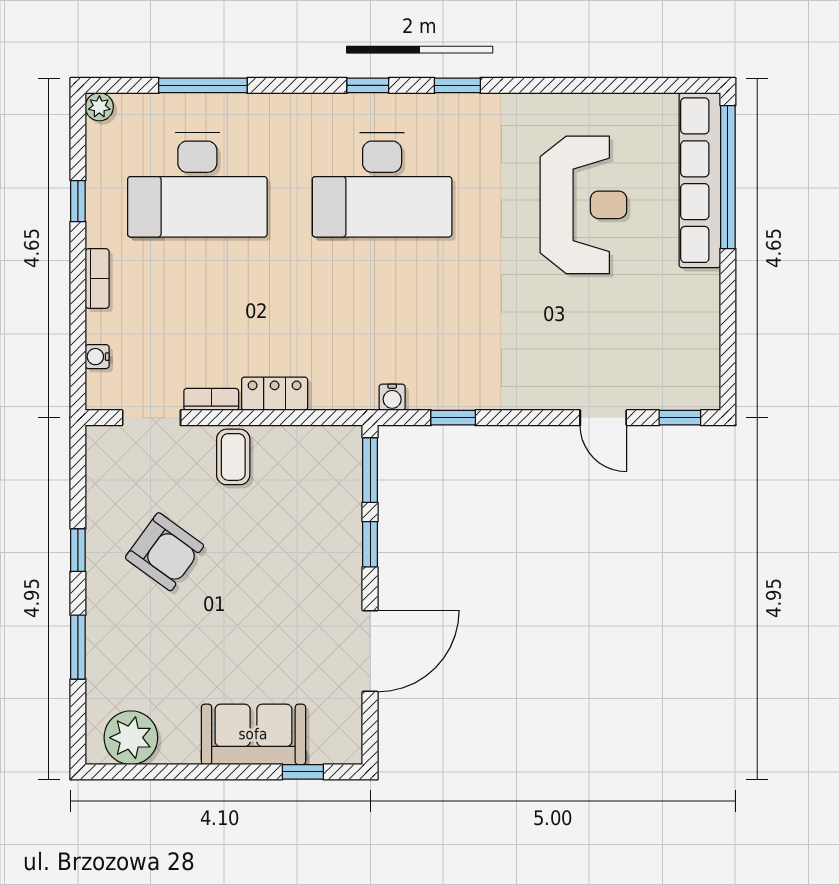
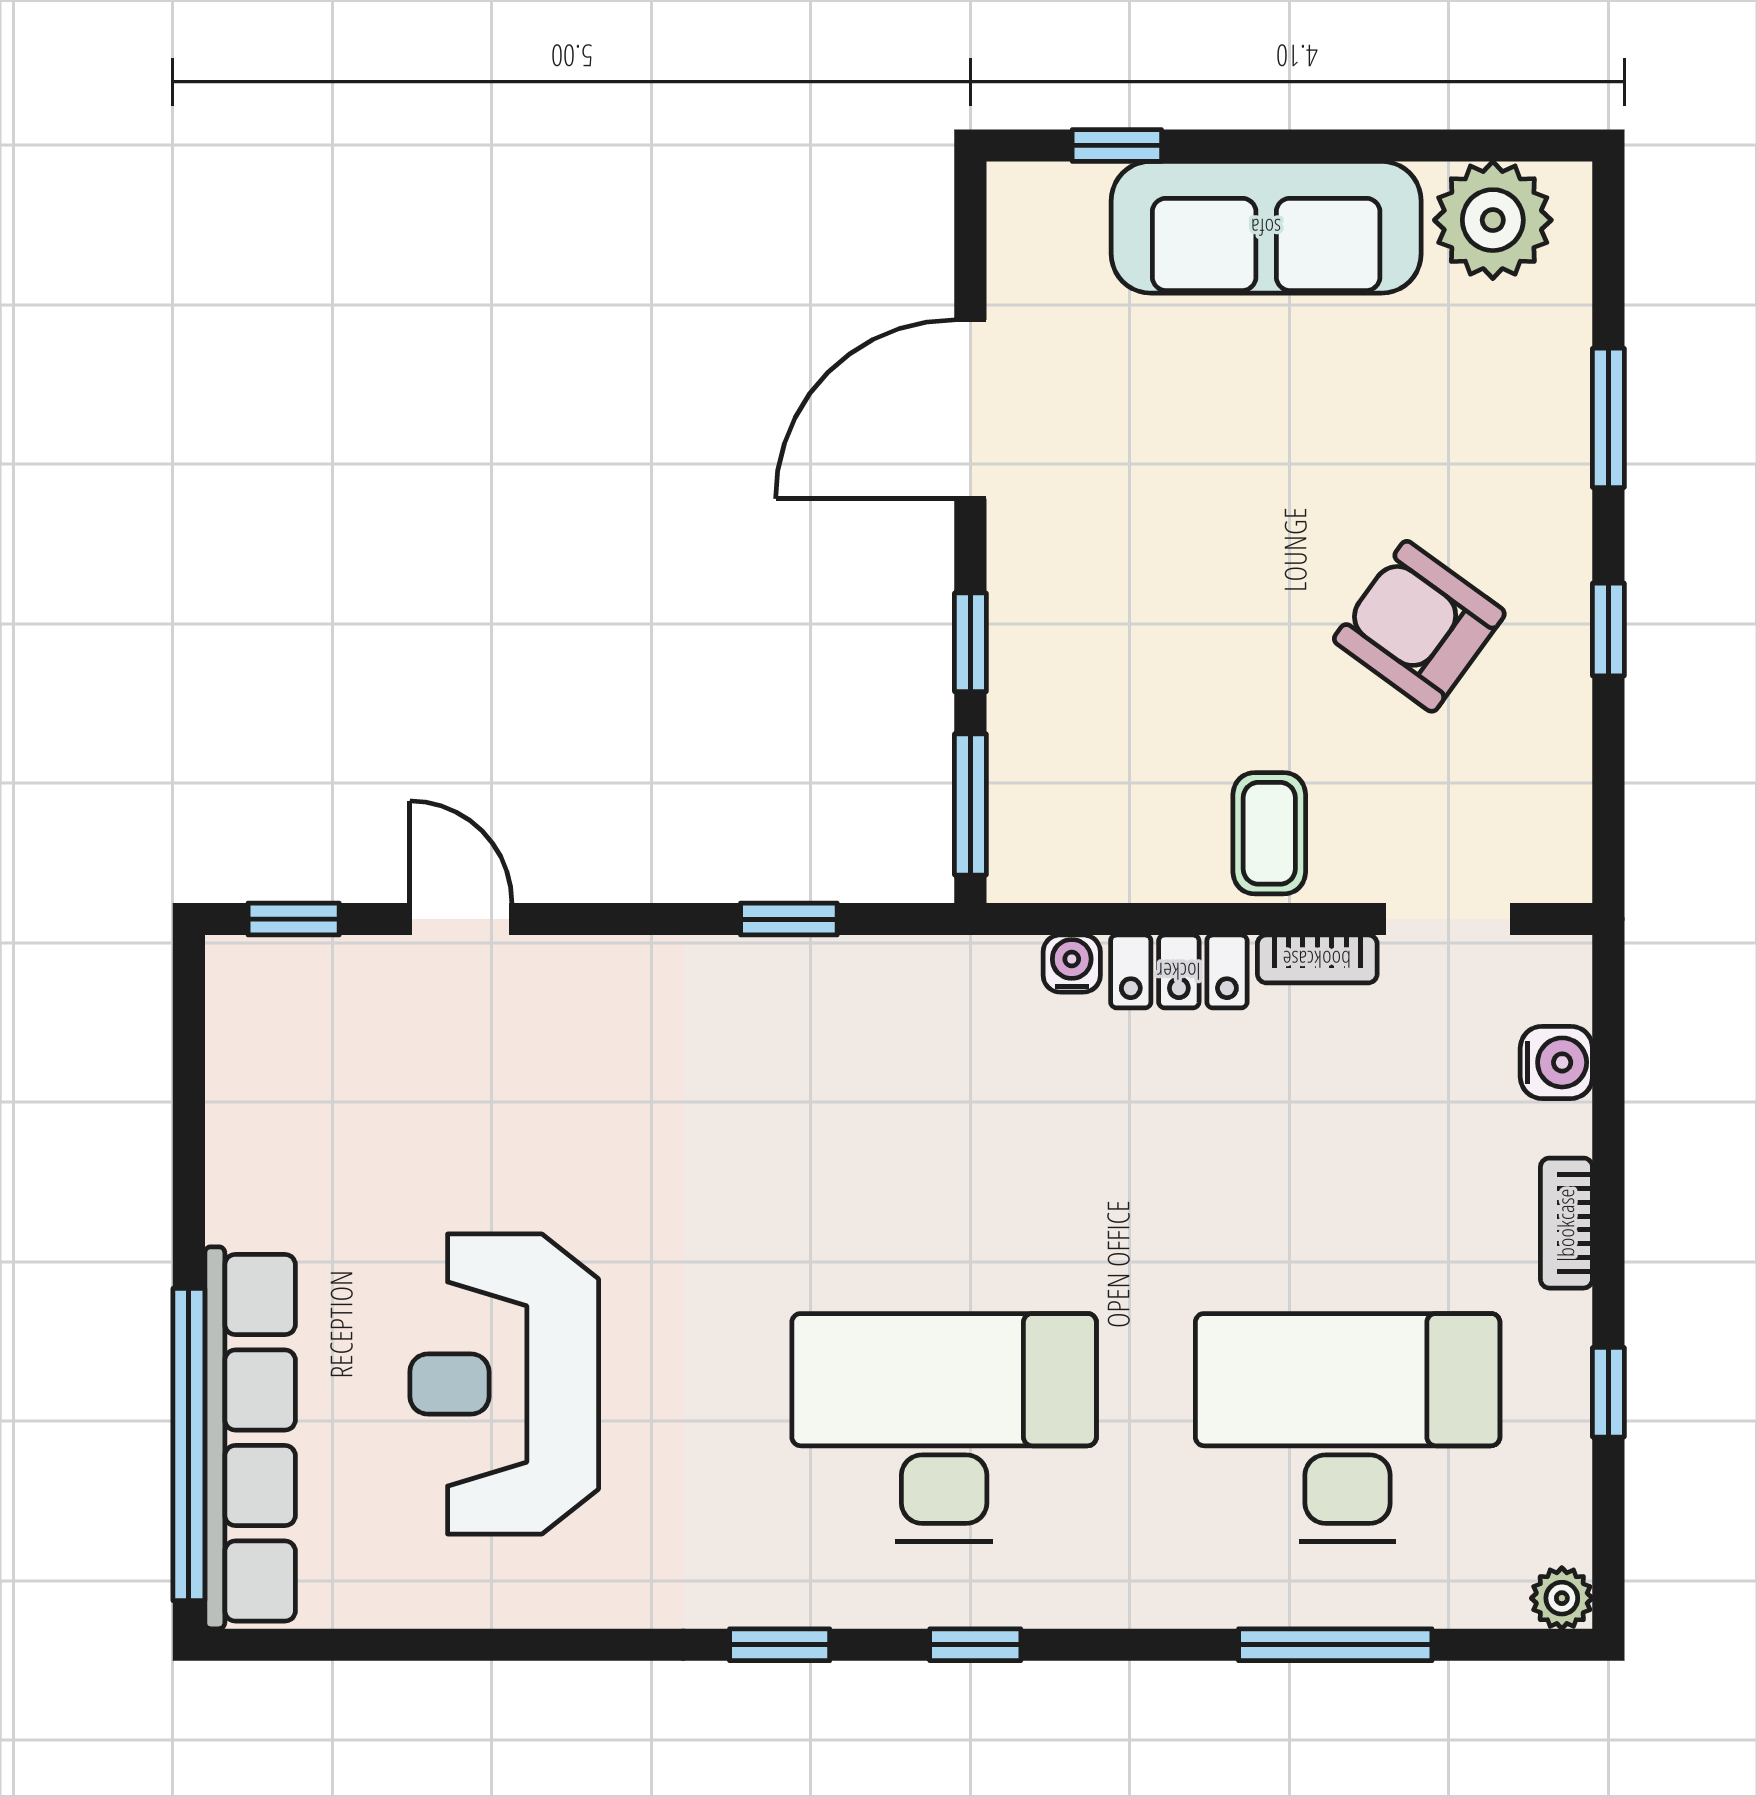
water cooler: (97, 357) -> (1556, 1062), width x1.38, depth x1.38
water cooler: (392, 397) -> (1072, 964), moved
sofa: (253, 734) -> (1266, 227), width x1.36

